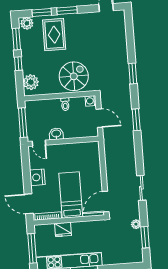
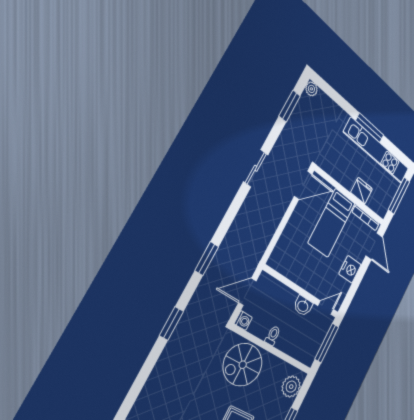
door: (99, 118) -> (247, 292), hinge flipped
door: (39, 143) -> (326, 308), hinge flipped
plant: (136, 224) -> (311, 89), moved

